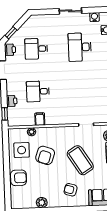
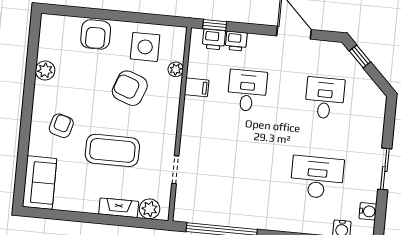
printer: (10, 50) -> (214, 39), moved
coffee table: (80, 160) -> (112, 150), turned 32

